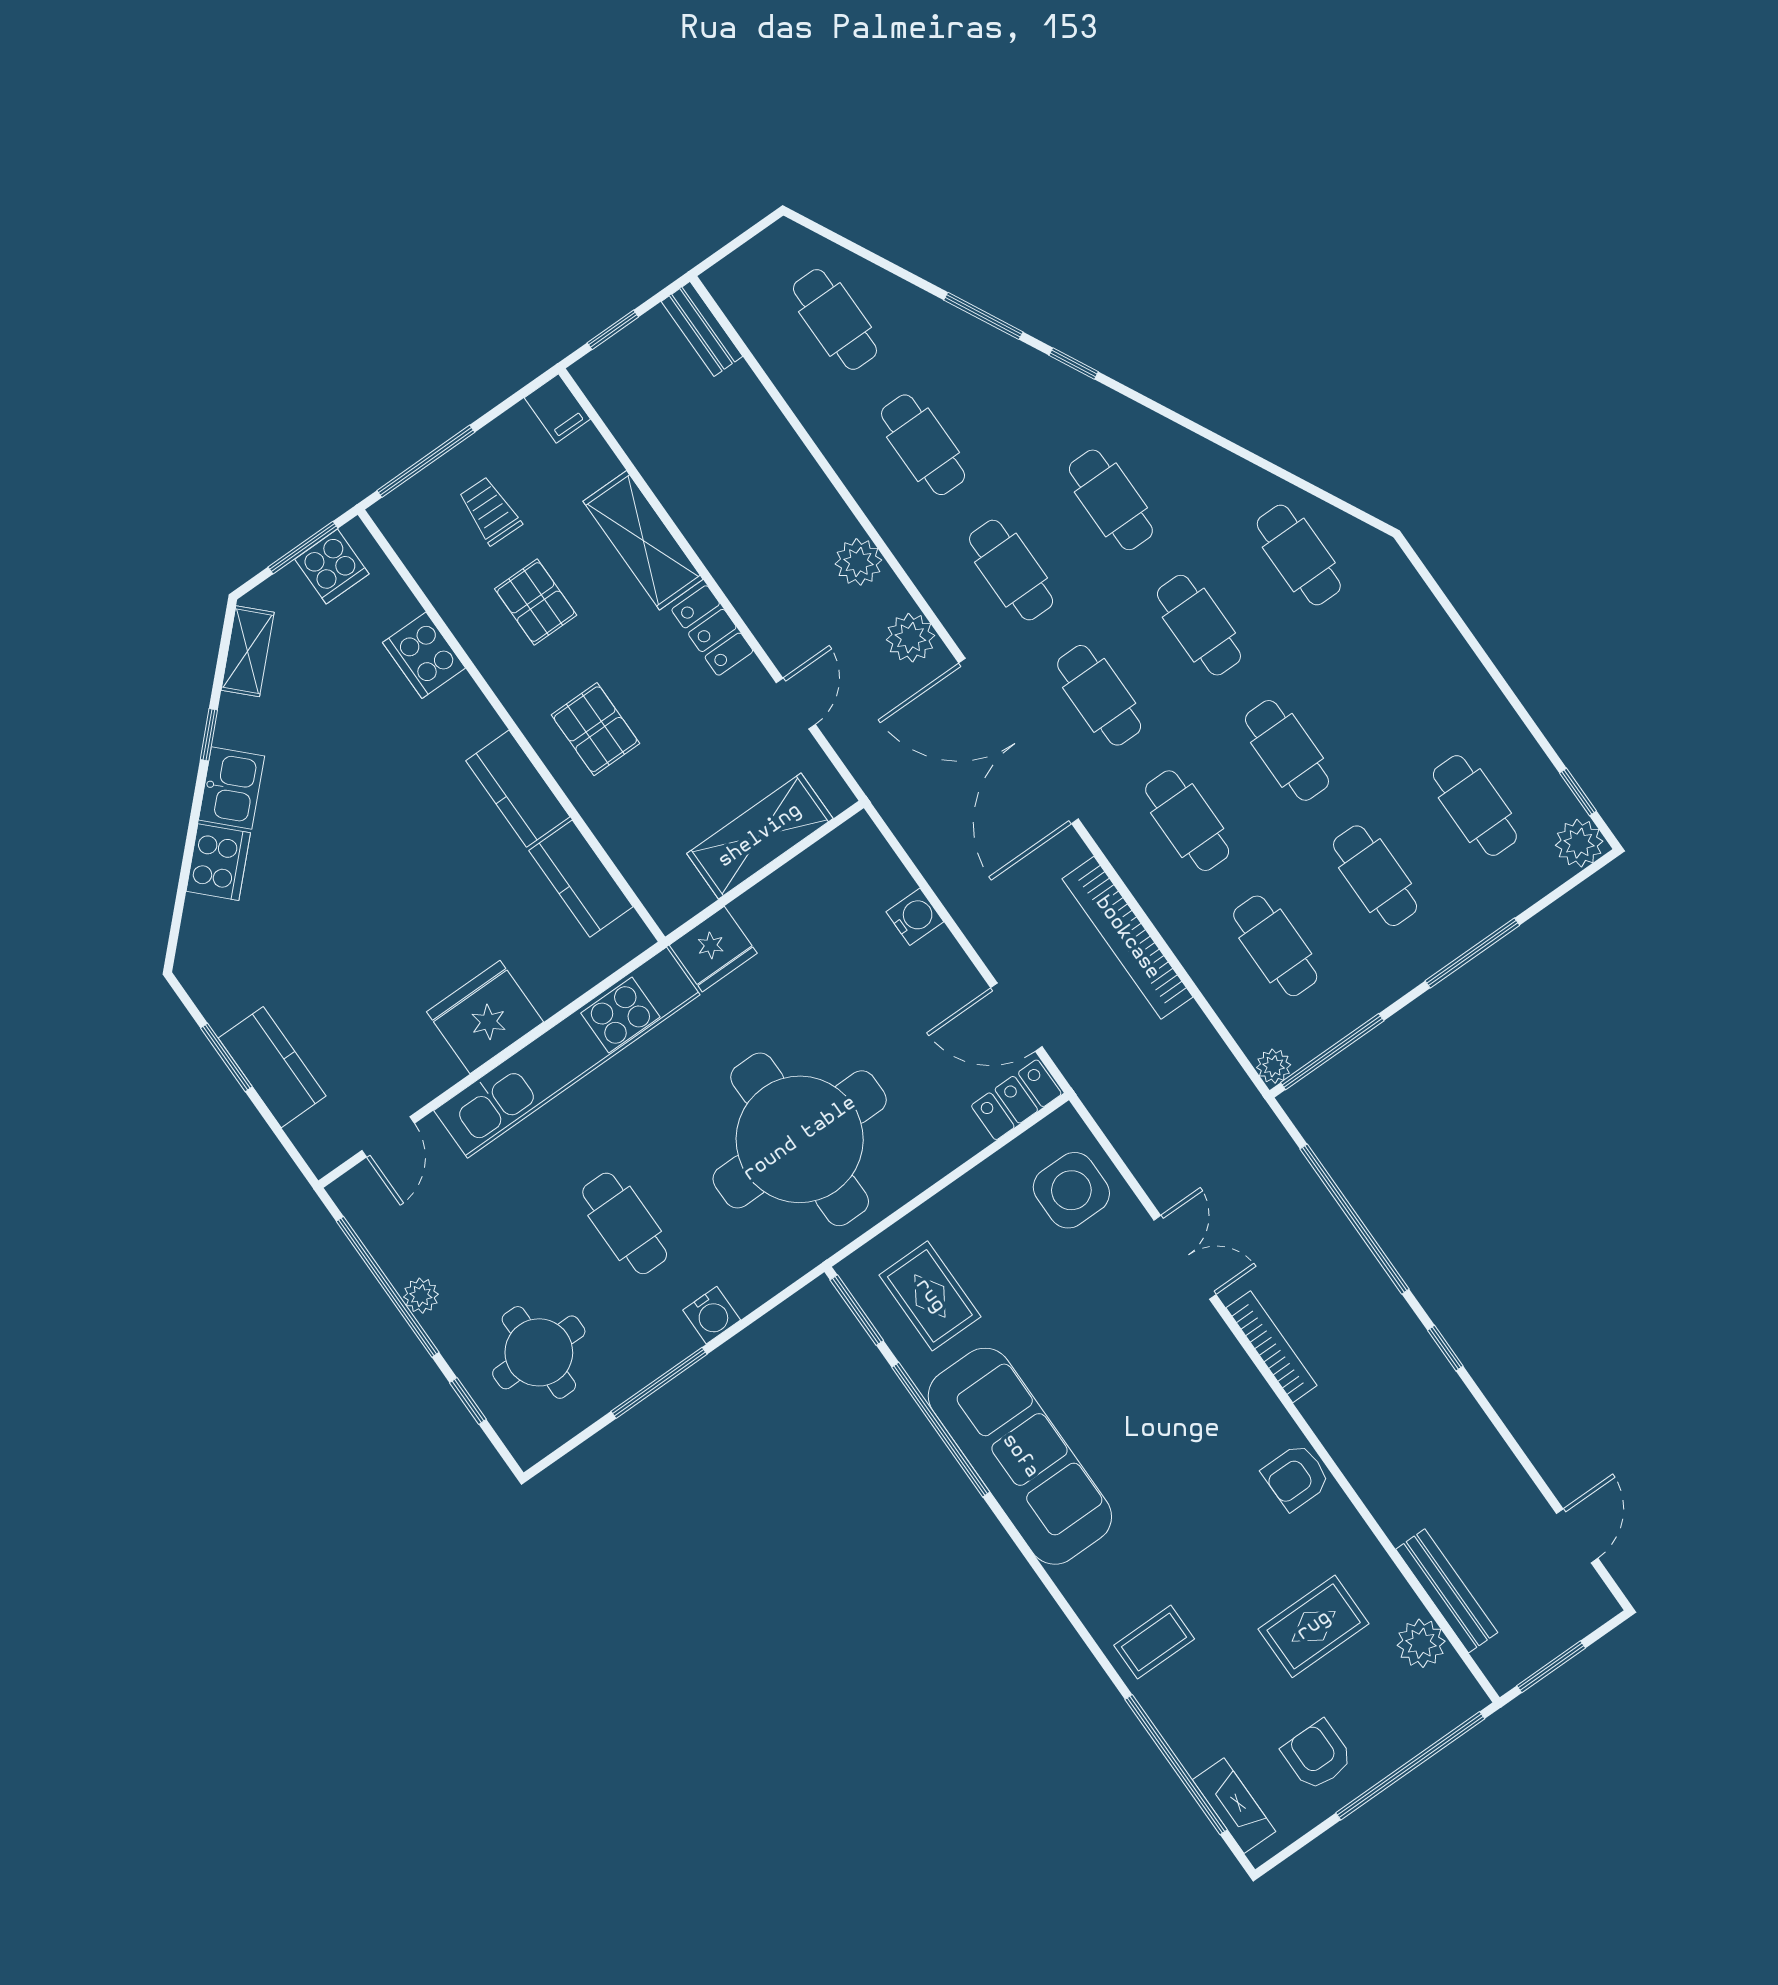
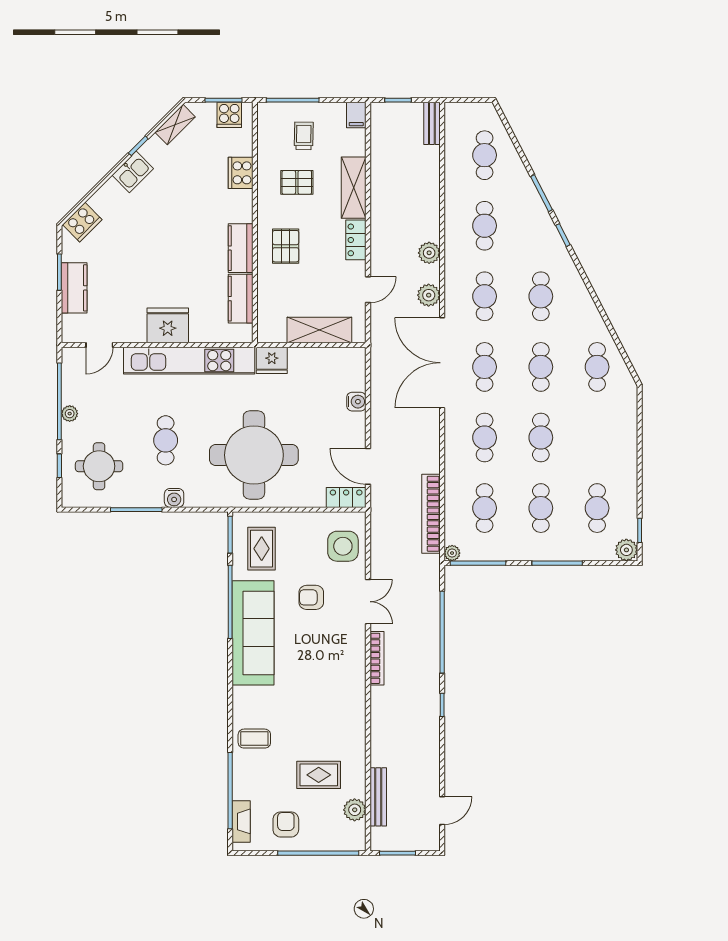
pallet: (536, 602) -> (297, 182), turned 90
cooker: (218, 862) -> (82, 222), moved
bookcase: (1127, 938) -> (431, 514), moved
armchair: (1296, 1477) -> (311, 597), moved

